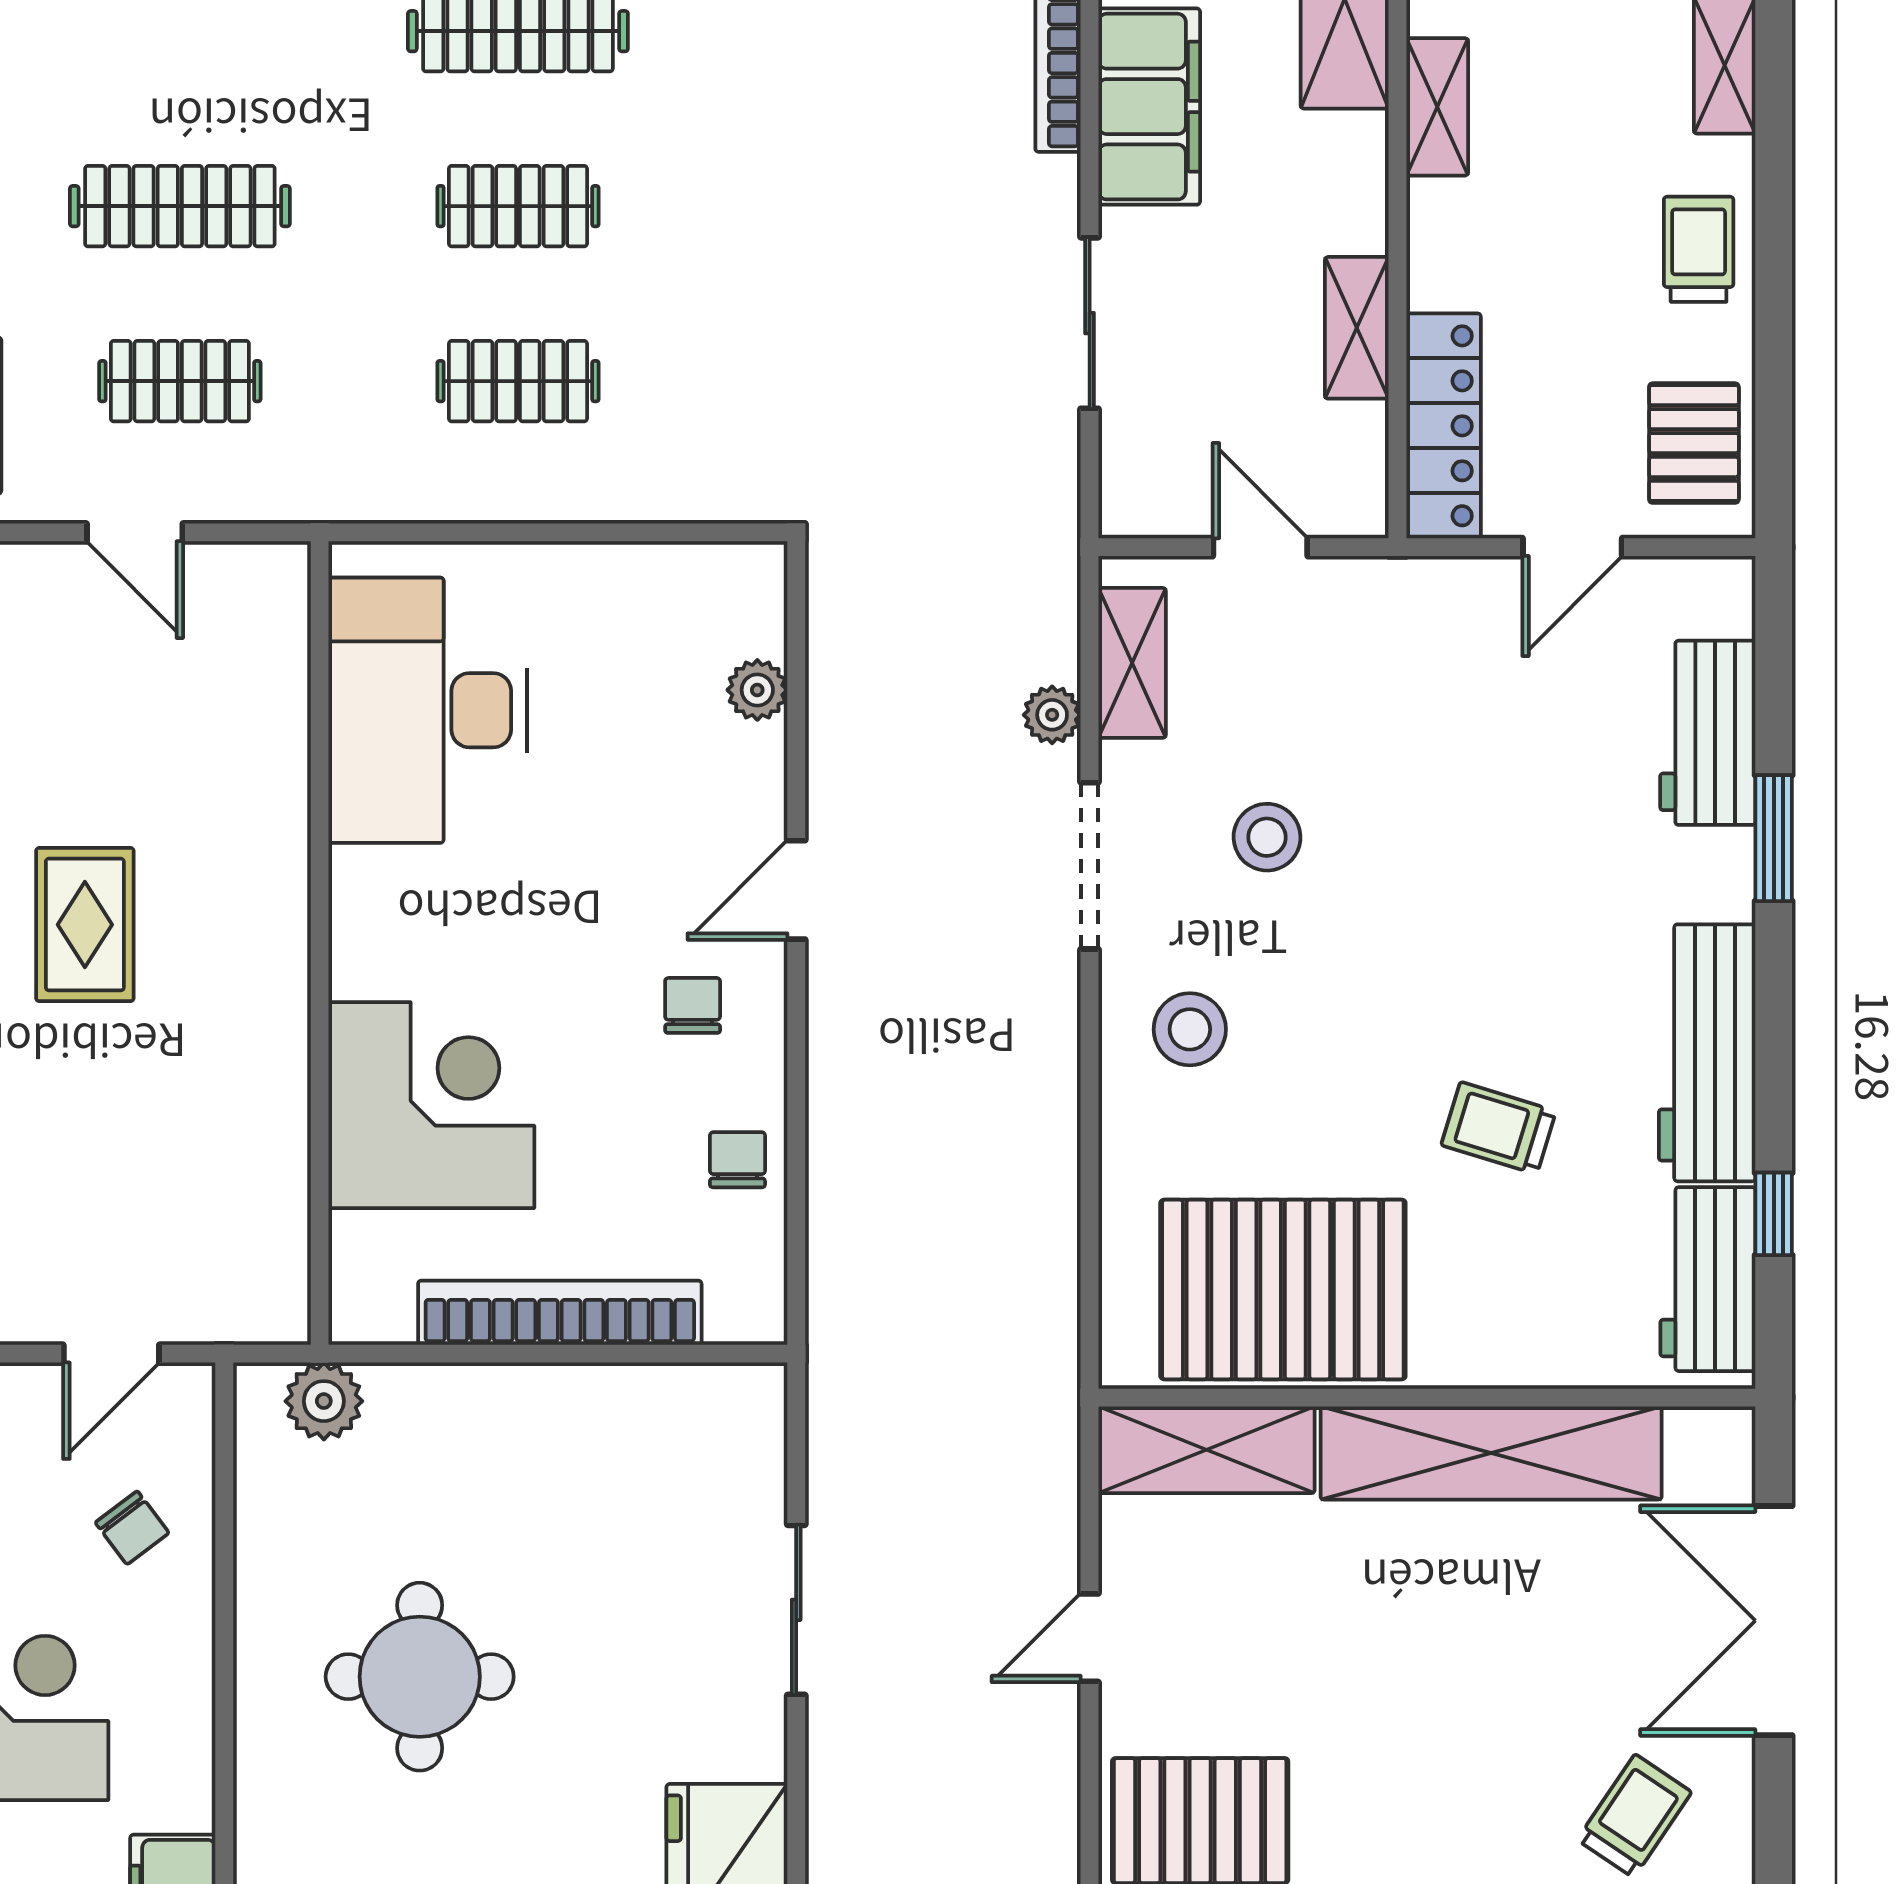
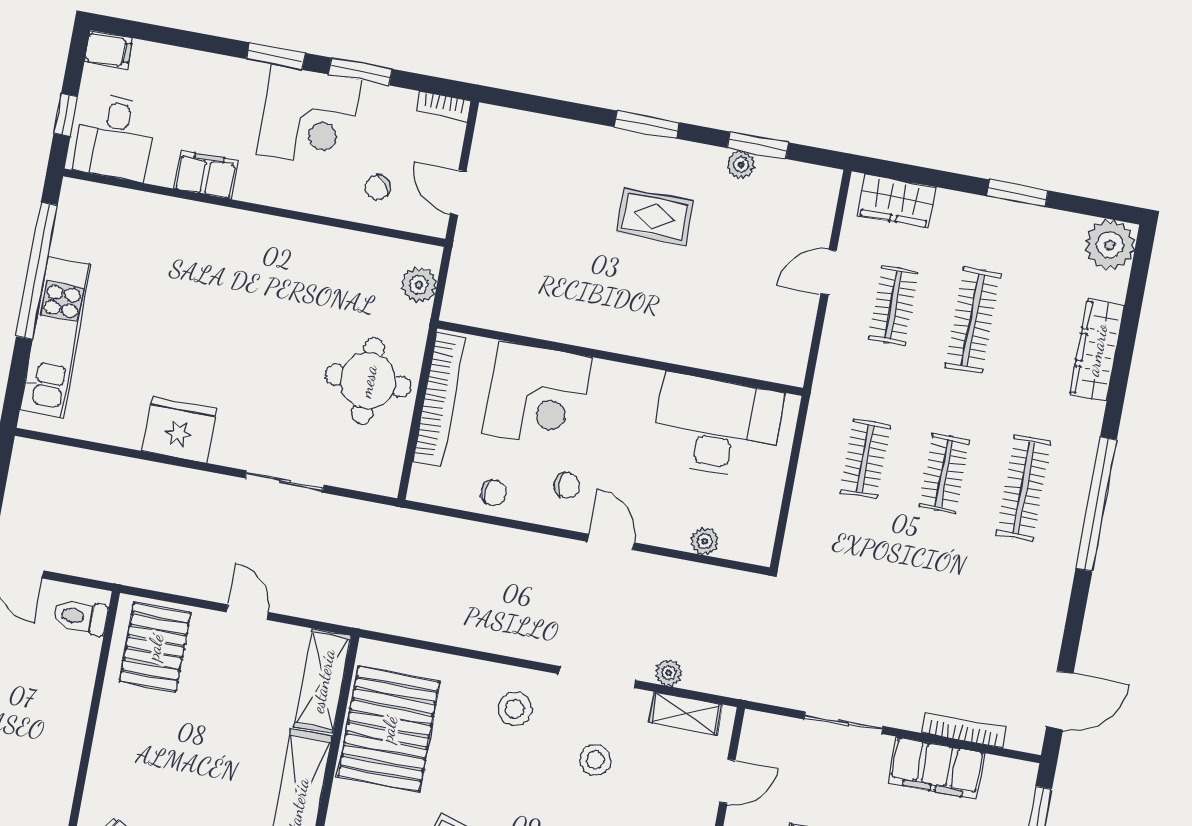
desk: (428, 710) -> (717, 427), moved
wall: (320, 943) -> (620, 358), moved
corner desk: (431, 1105) -> (537, 395), moved
round table: (420, 1677) -> (368, 381), moved

